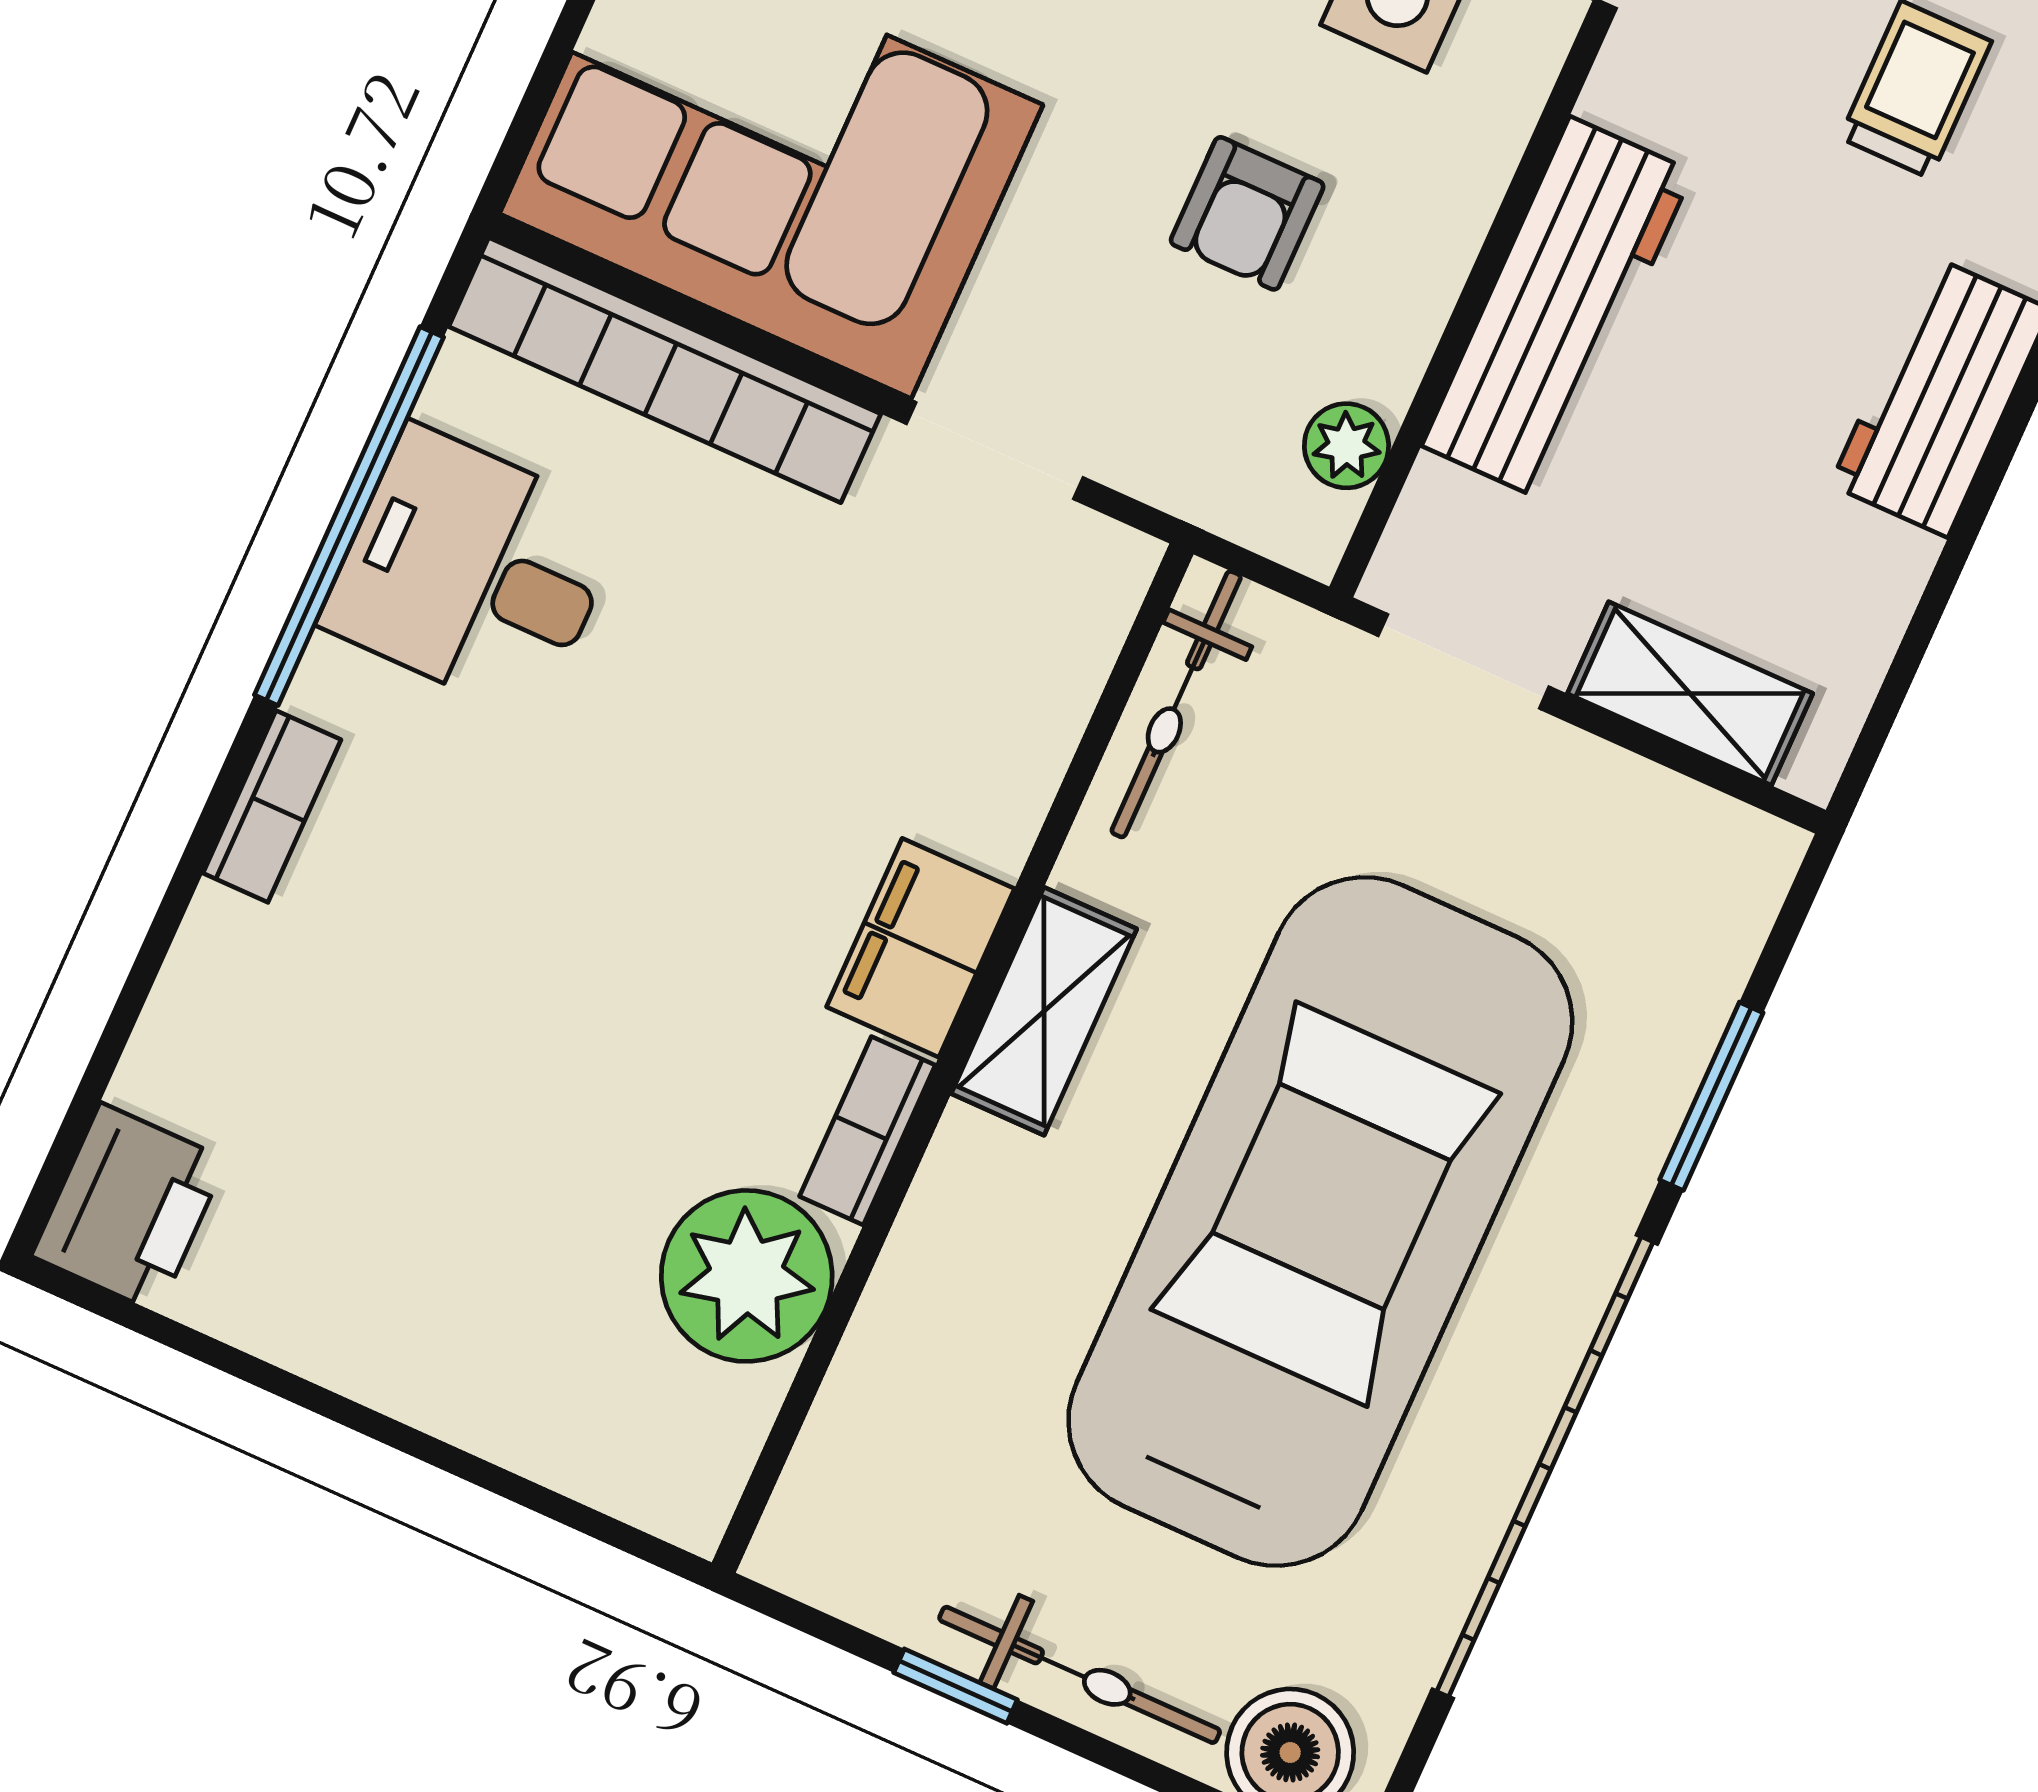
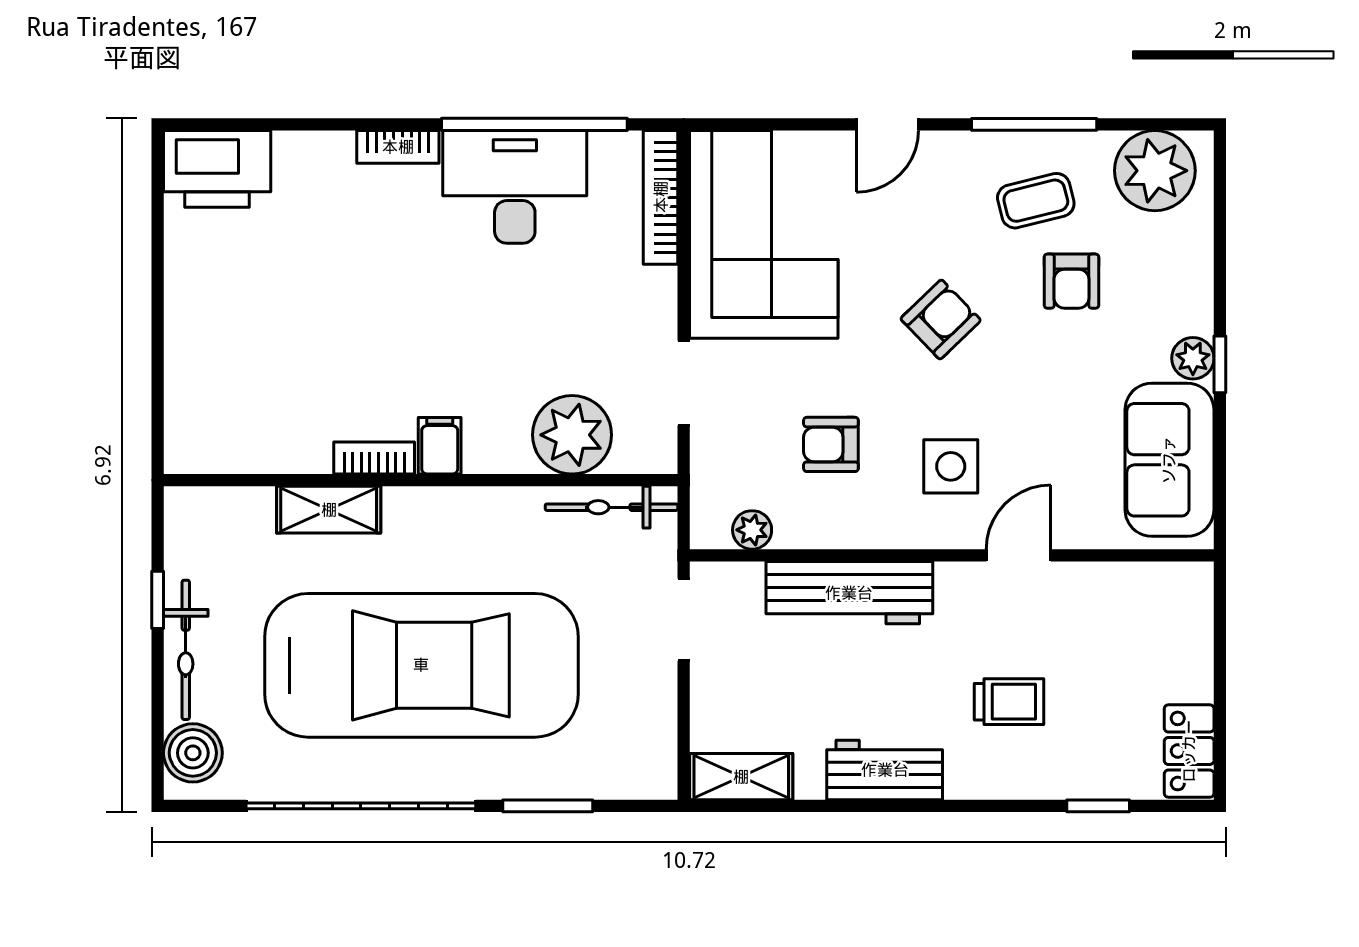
bookcase: (665, 370) -> (661, 197), width x0.68, depth x0.76
desk: (473, 572) -> (515, 187), width x1.37
shelving: (1690, 694) -> (741, 777), moved, turned 90
filing cabinet: (921, 948) -> (440, 446), width x0.50
shelving: (1044, 1011) -> (329, 510), moved
printer: (129, 1208) -> (217, 169), width x1.37, depth x1.19
plant: (747, 1276) -> (572, 435), moved

